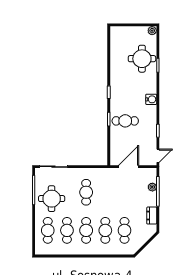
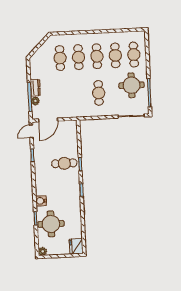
fridge: (117, 34) -> (76, 246), added
water cooler: (151, 99) -> (41, 201), moved
door: (129, 167) -> (48, 120), moved
dresser: (152, 216) -> (35, 88), moved

